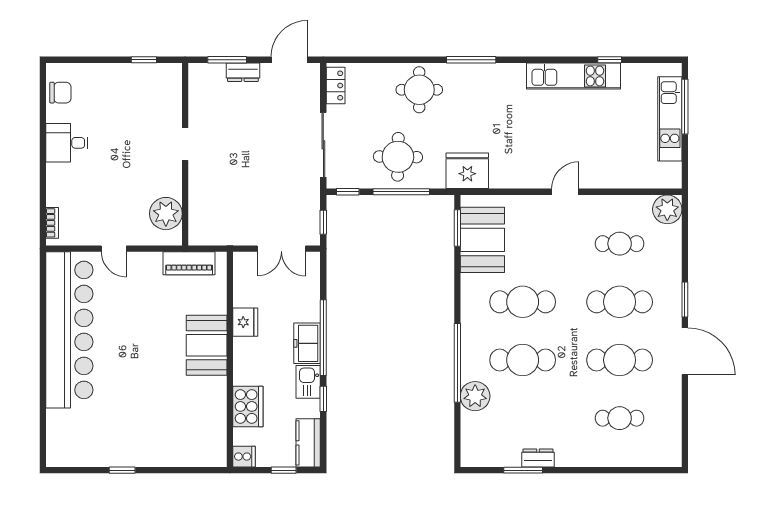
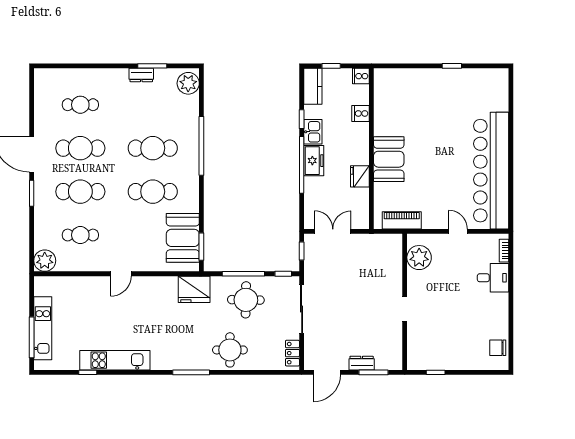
desk: (67, 143) -> (493, 278), moved
plant: (475, 396) -> (188, 83), moved
cooker: (248, 406) -> (361, 113), width x0.53, depth x0.76

